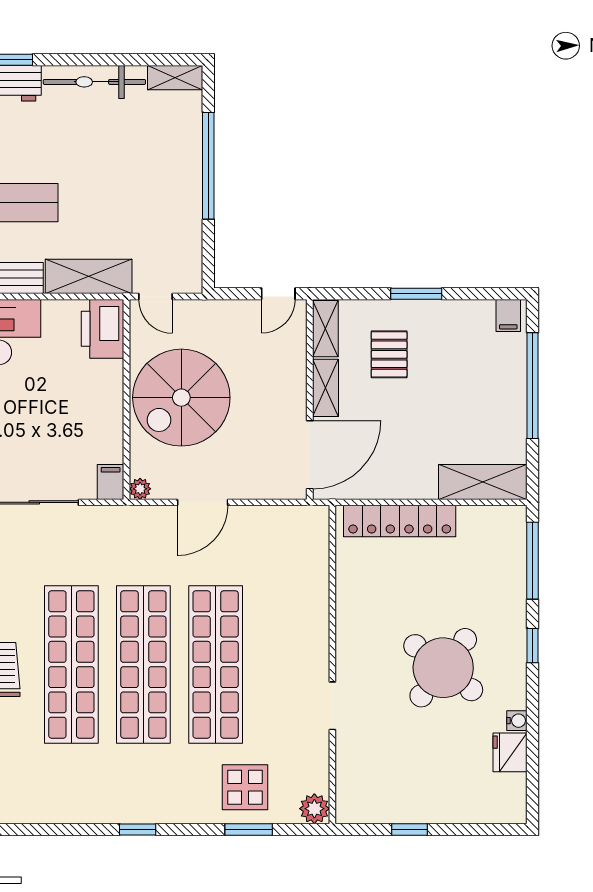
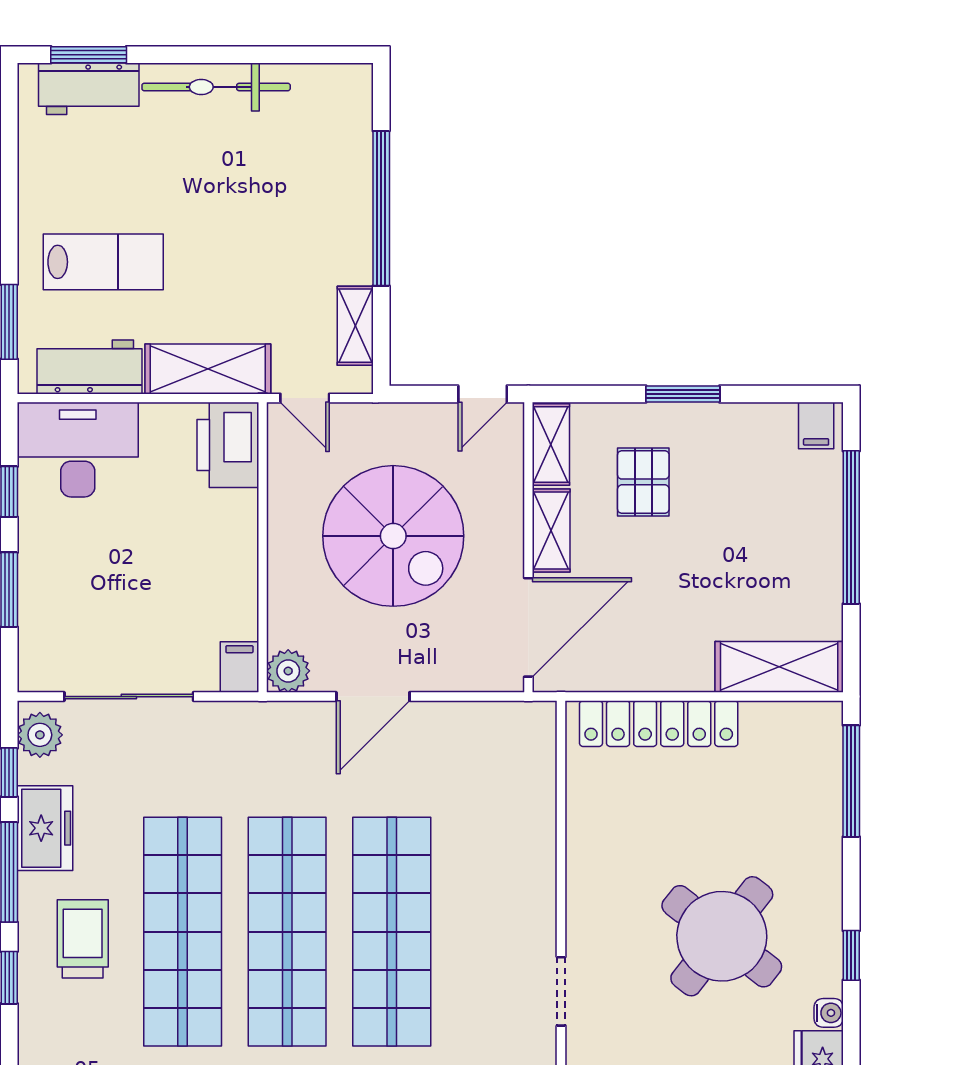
shelving: (175, 78) -> (355, 326), moved, turned 90
spiral stairs: (181, 398) -> (393, 536), moved, turned -90
plant: (140, 489) -> (288, 671), width x1.38, depth x1.38
window: (533, 646) -> (851, 955), moved

